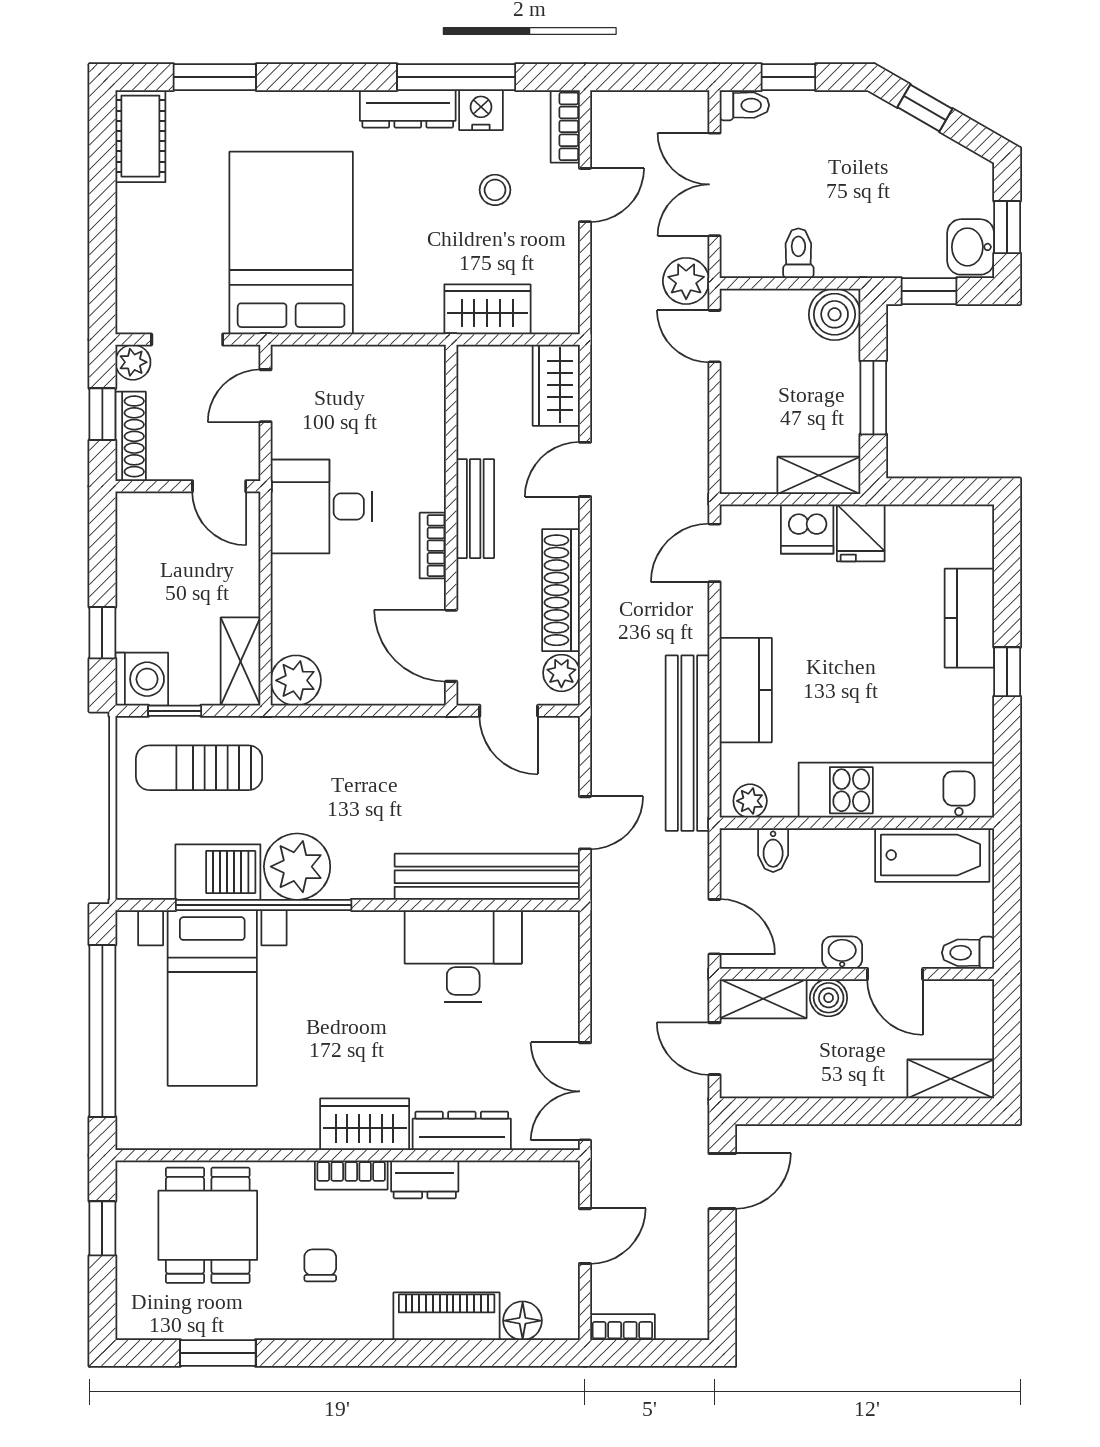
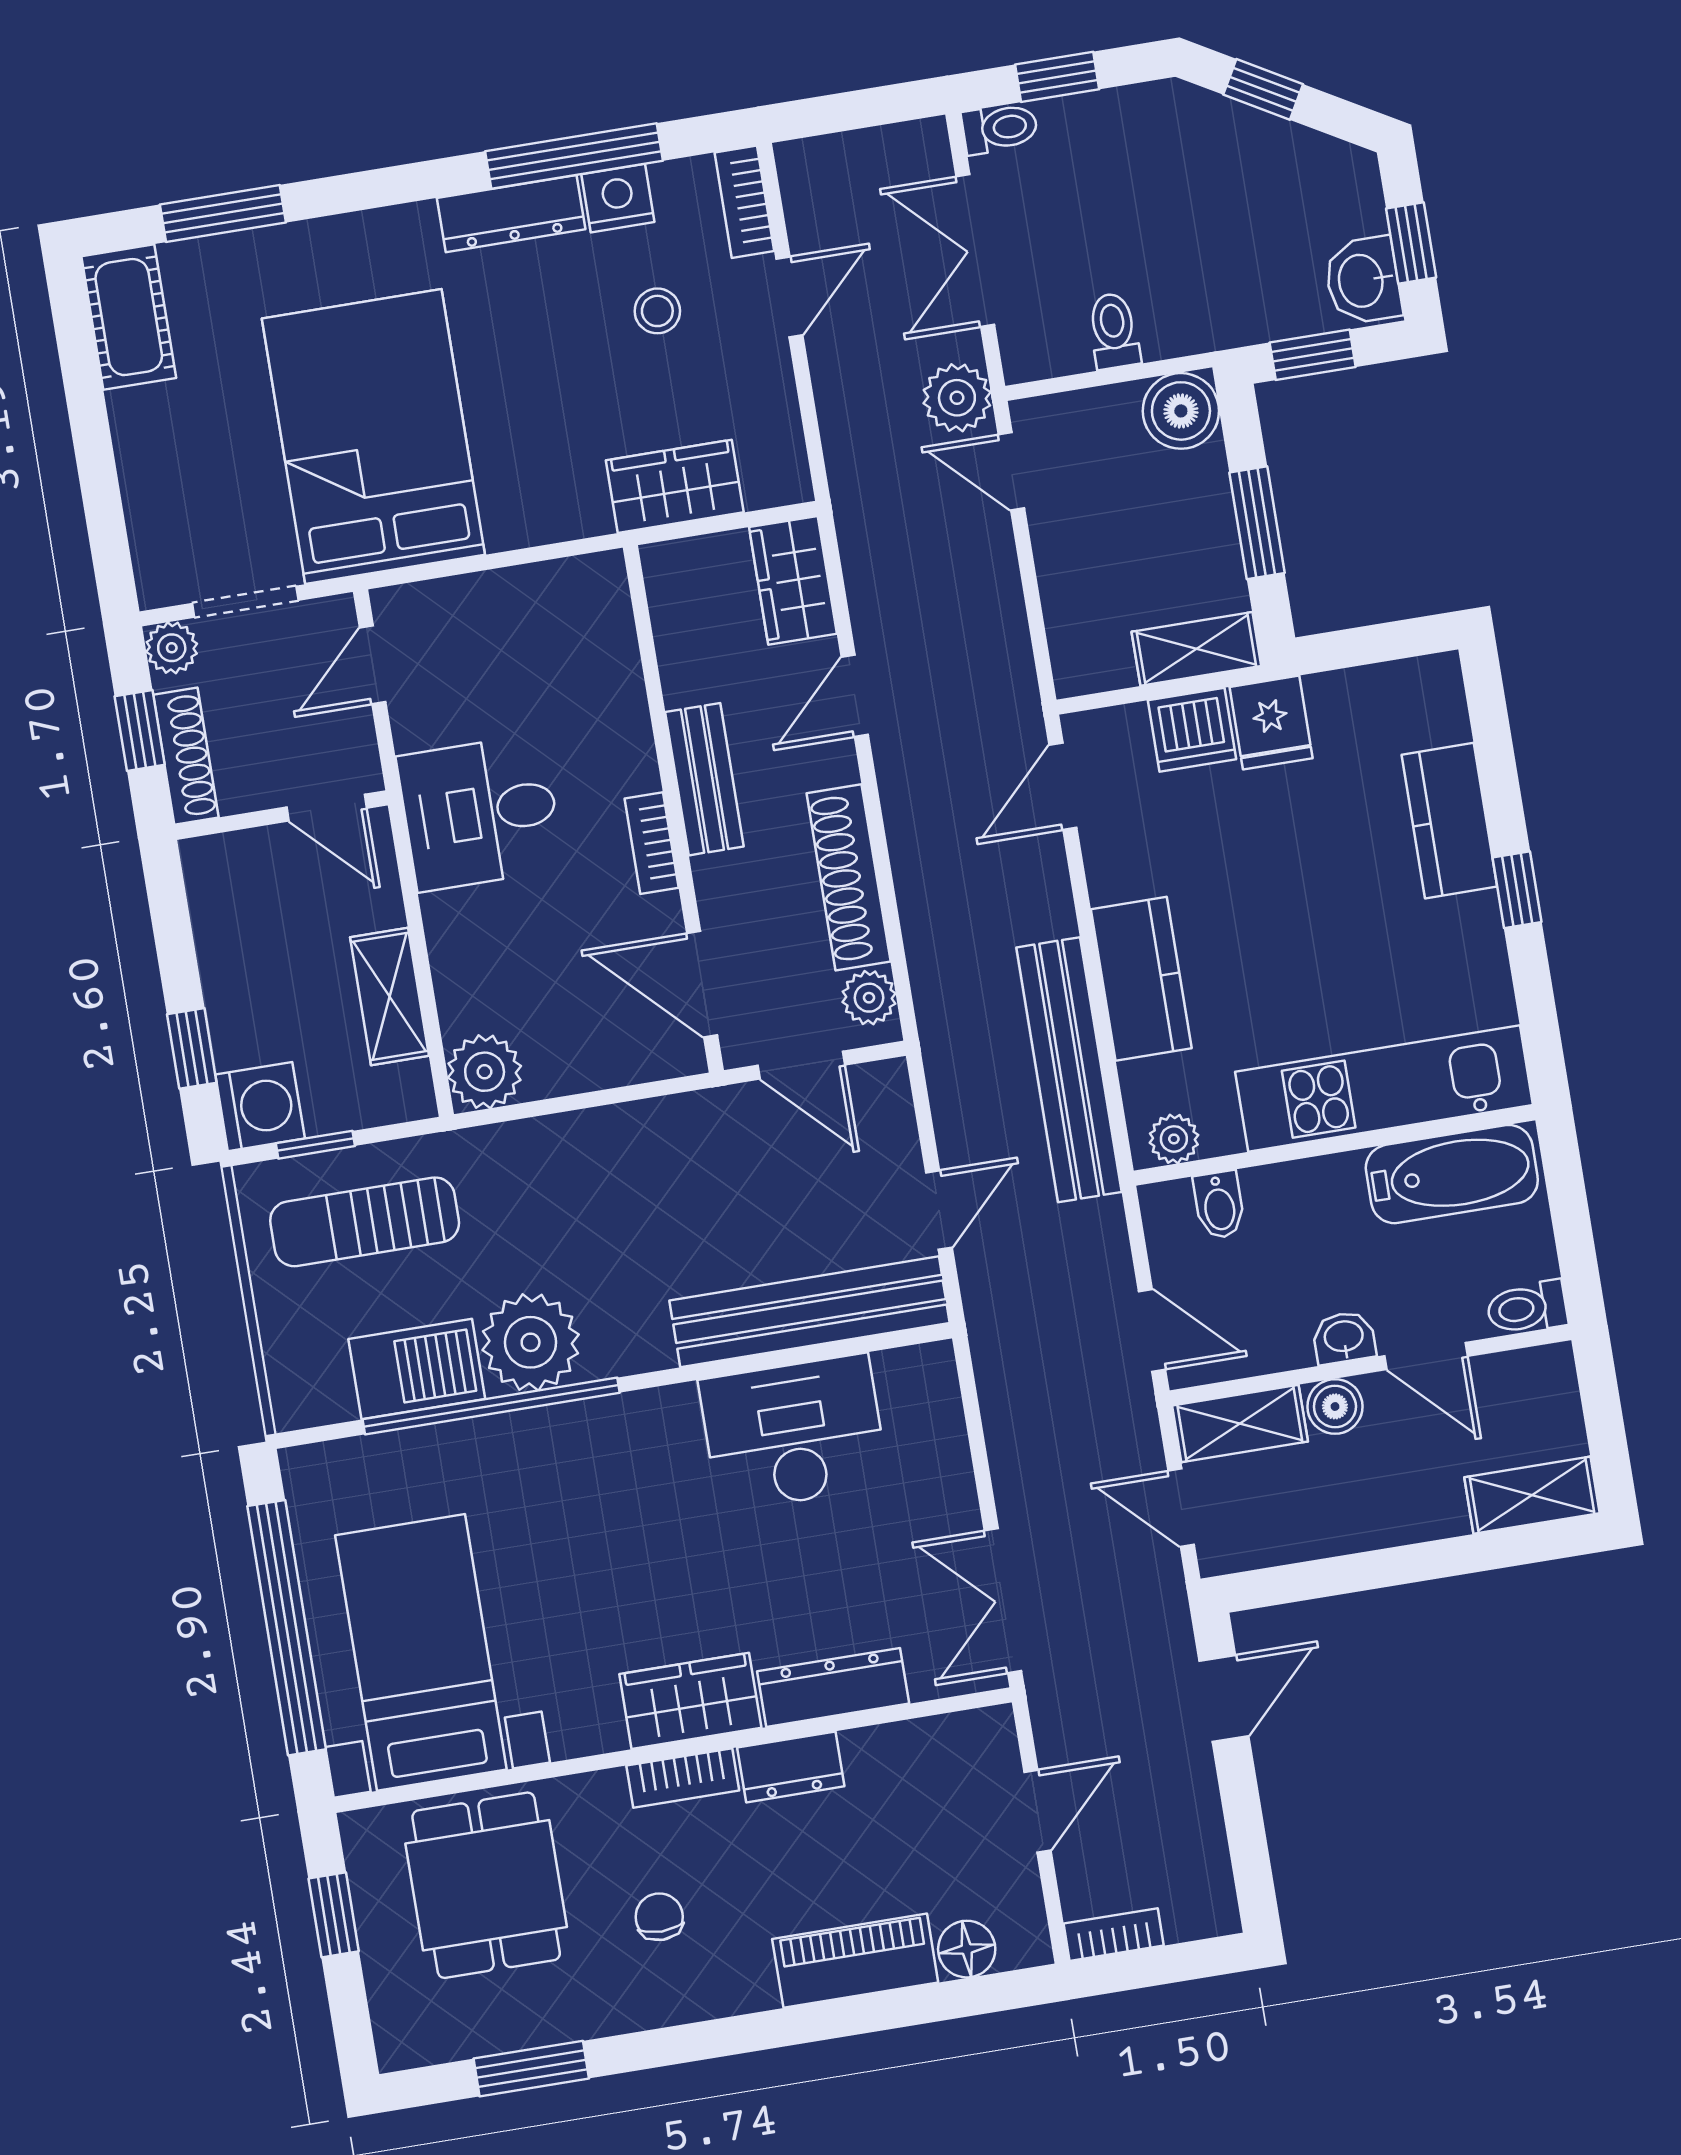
shelving: (241, 661) -> (390, 996), moved
bed with nightstands: (212, 998) -> (421, 1652), moved, turned 180

